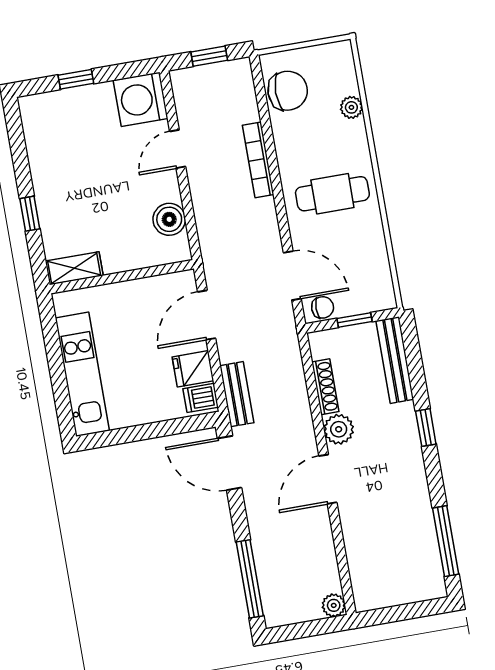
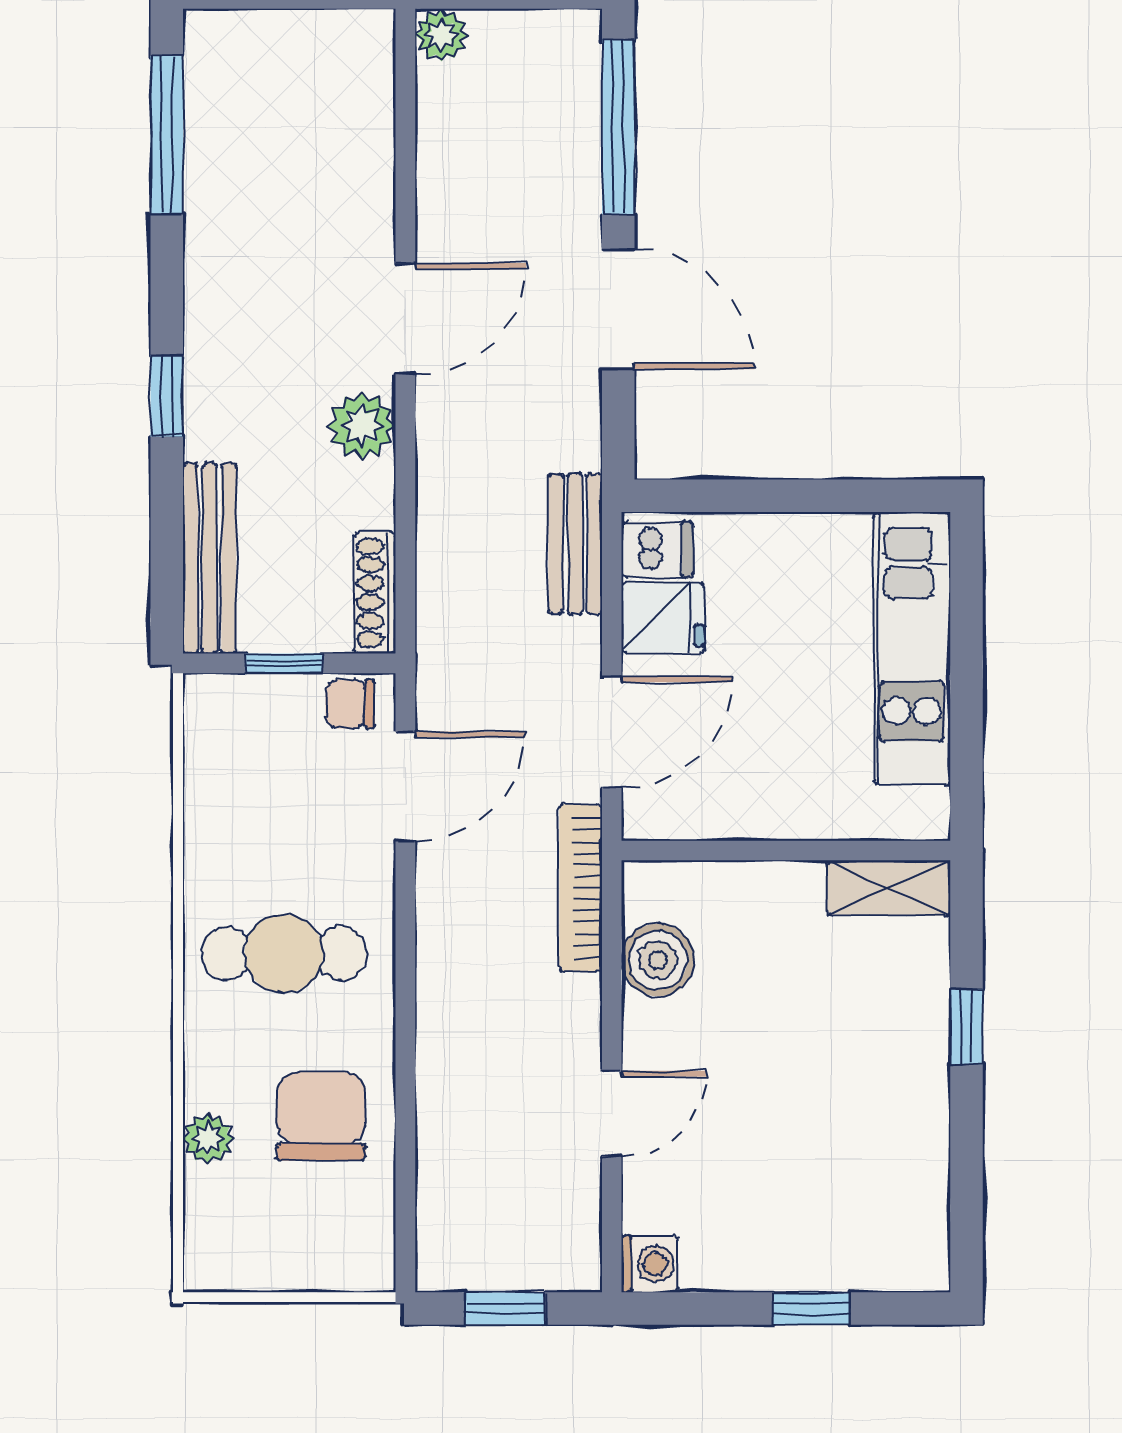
chair: (288, 91) -> (321, 1116), moved, turned 90
washing machine: (141, 99) -> (650, 1264), width x0.53, depth x0.53
bookcase: (258, 160) -> (581, 888), moved, turned 180
door: (292, 276) -> (405, 787), swing flipped
shoe rack: (325, 387) -> (375, 593), moved
door: (230, 463) -> (618, 309), moved

